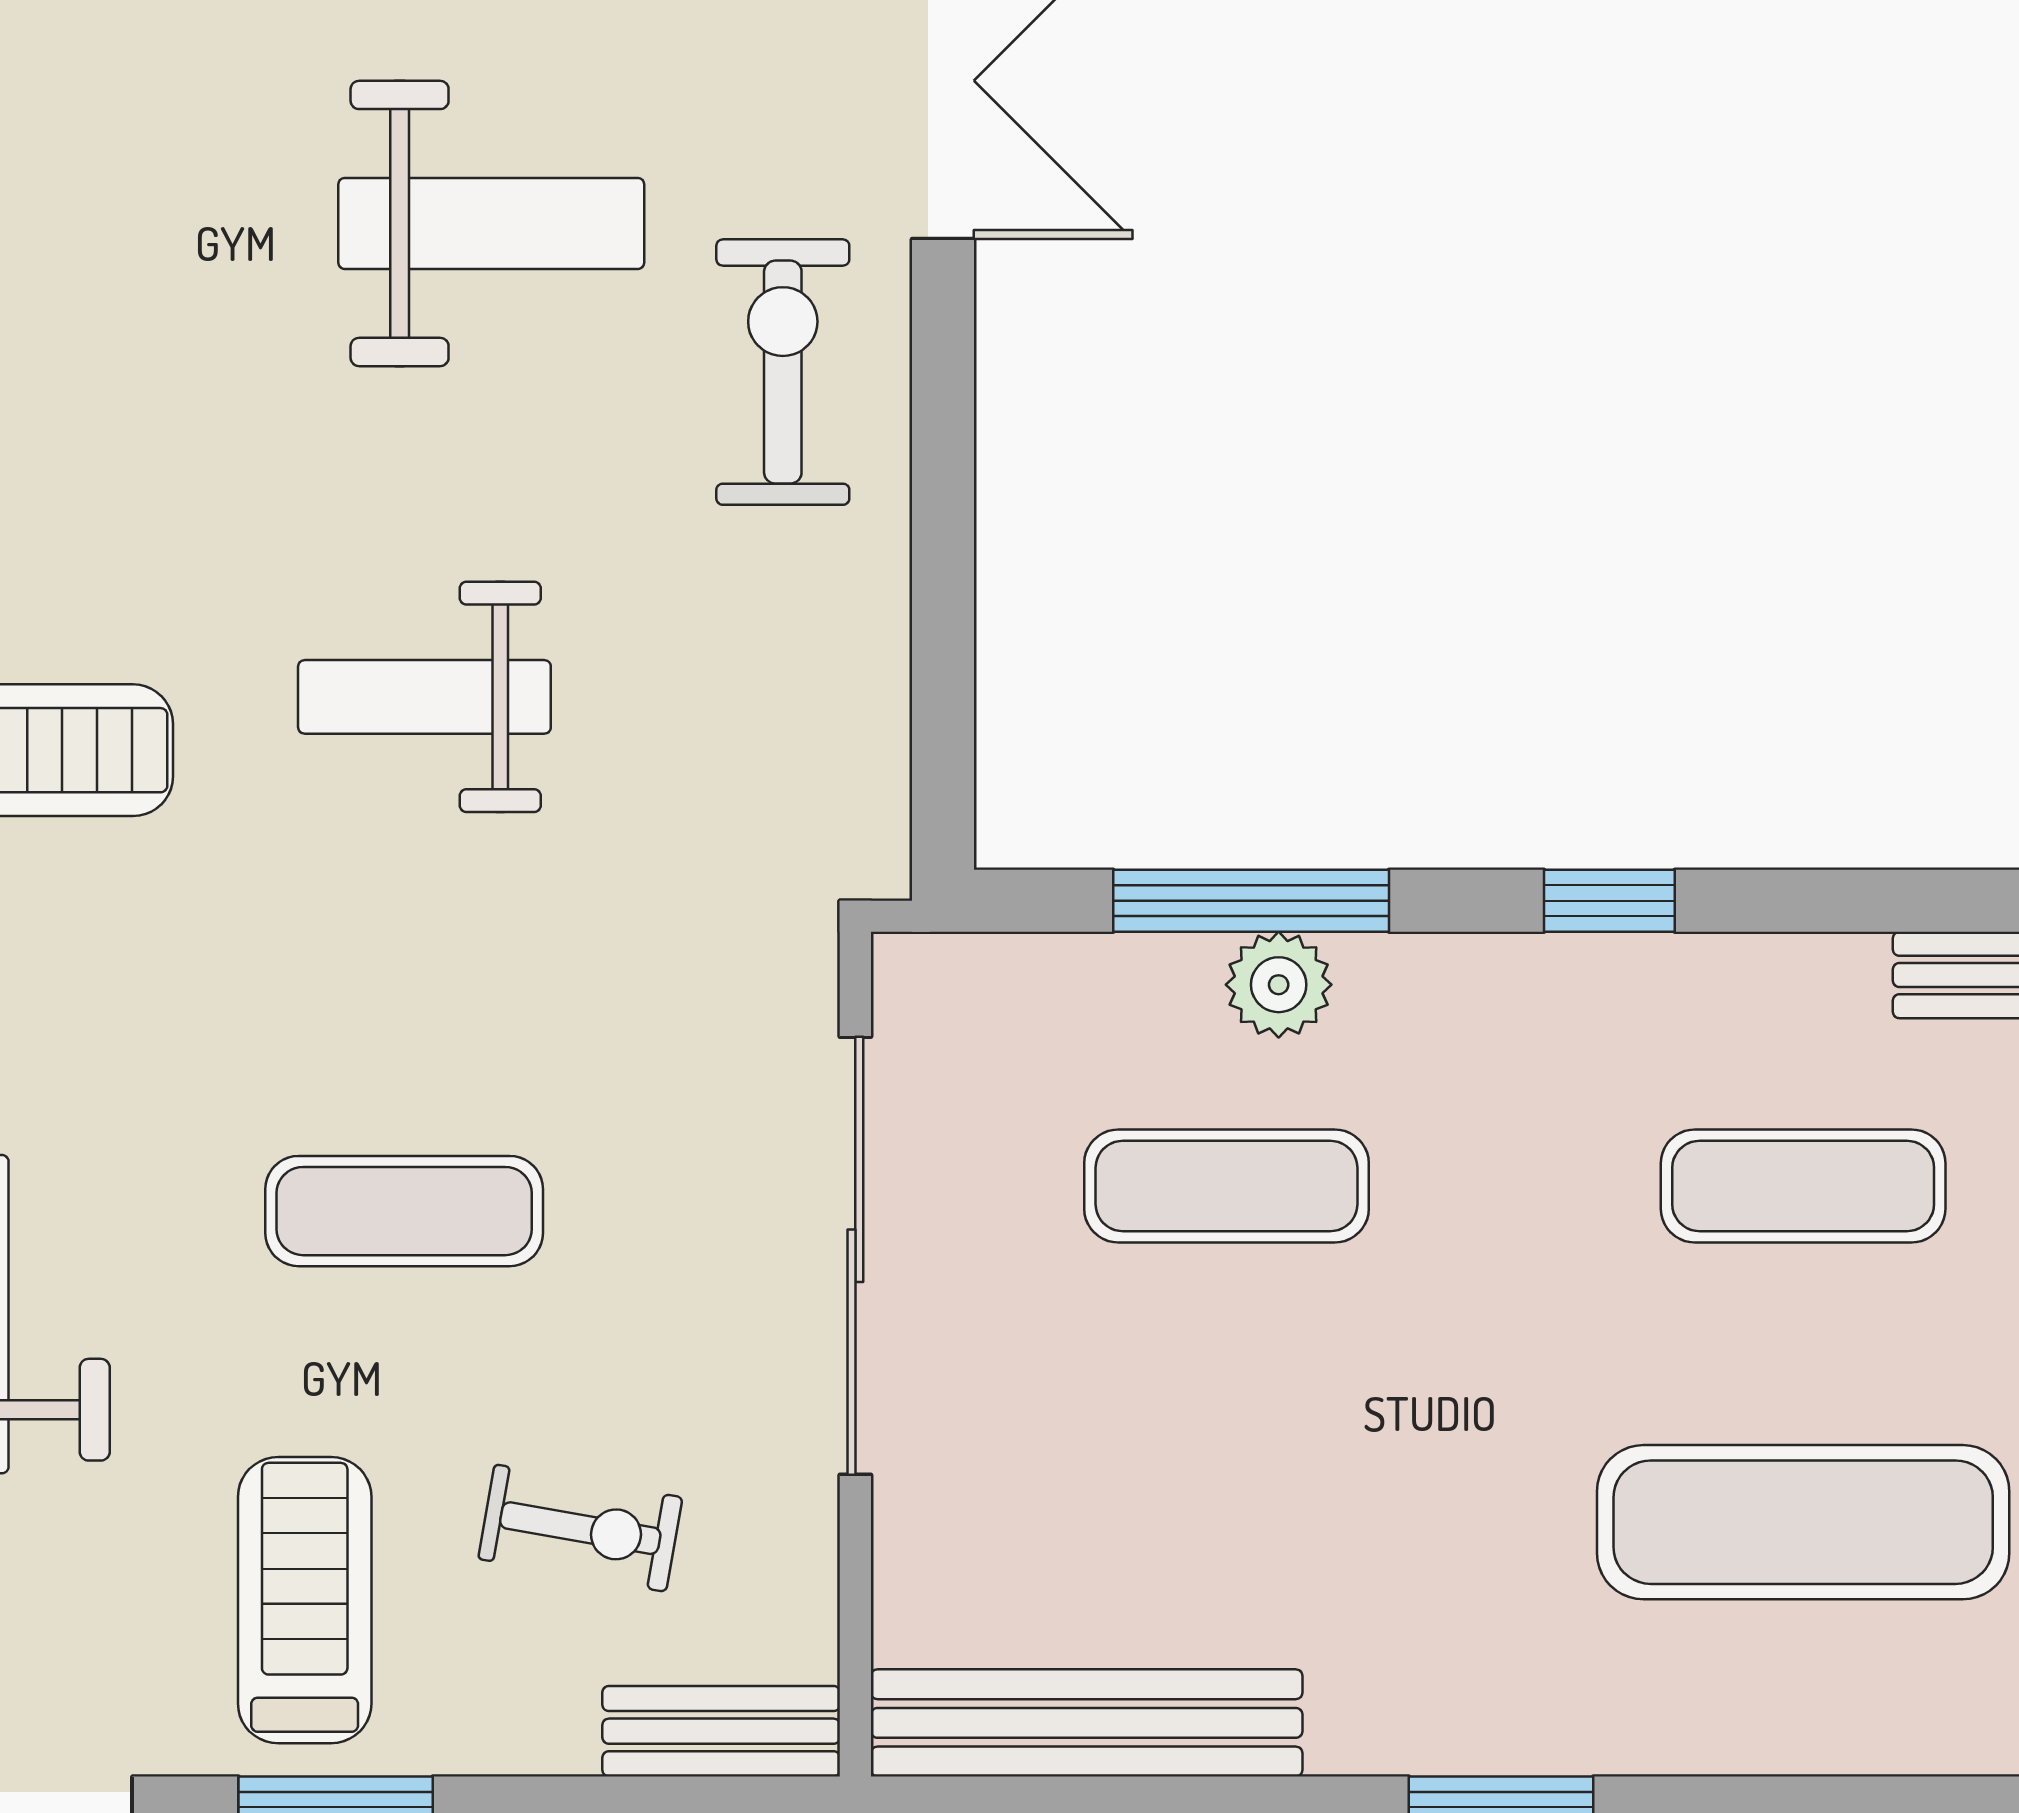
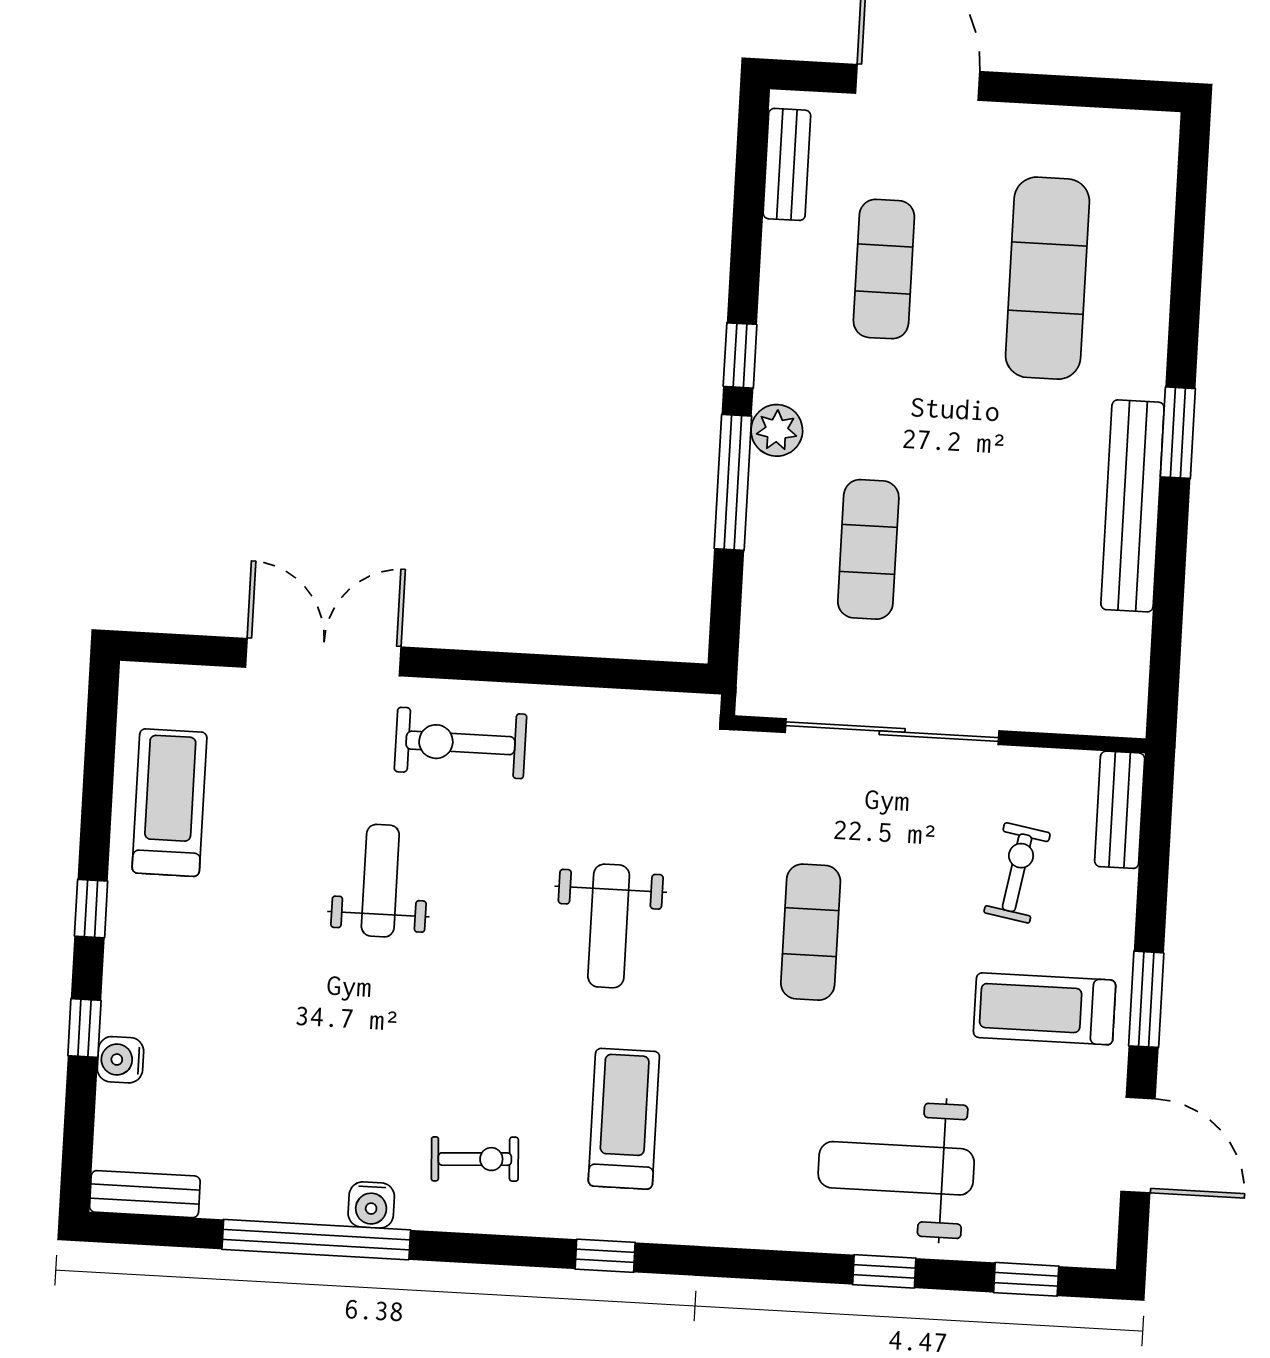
weight bench: (491, 223) -> (380, 881), width x0.73, depth x0.75
window: (1251, 901) -> (733, 482), moved
plant: (1279, 985) -> (777, 430), moved
exercise mat: (404, 1211) -> (811, 932), moved
bench: (1087, 1723) -> (1133, 506), moved

